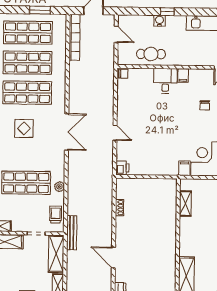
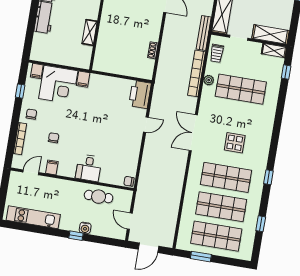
bookcase: (74, 37) -> (196, 73), moved
filing cabinet: (183, 76) -> (52, 167), moved
door: (115, 133) -> (146, 125), swing flipped
printer: (122, 168) -> (140, 94), width x1.87, depth x1.48
shelving: (185, 204) -> (90, 32), moved

